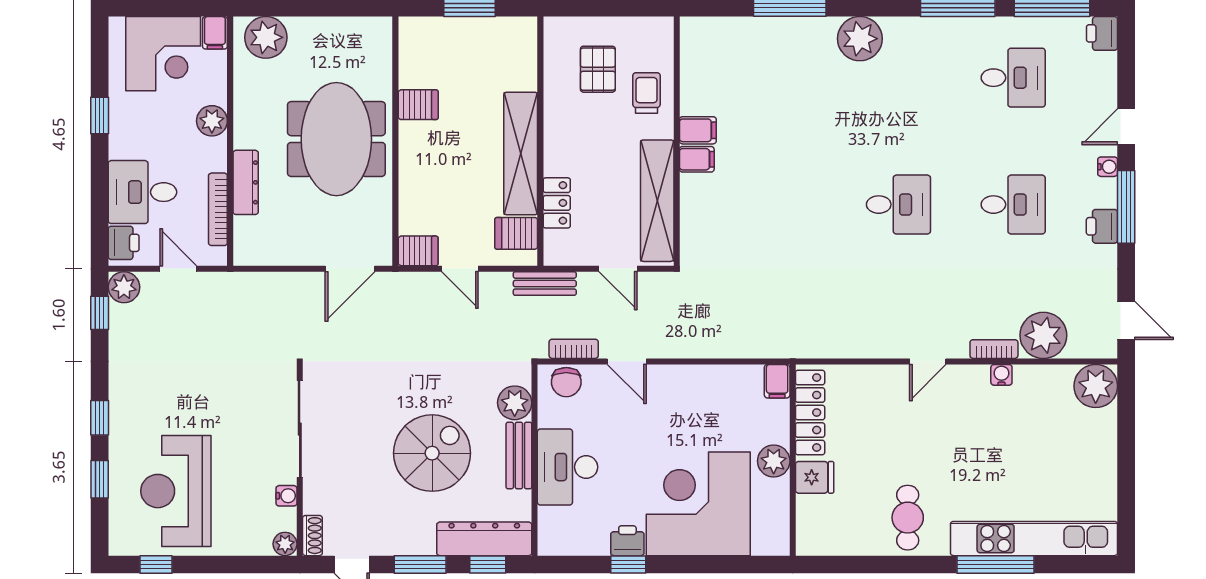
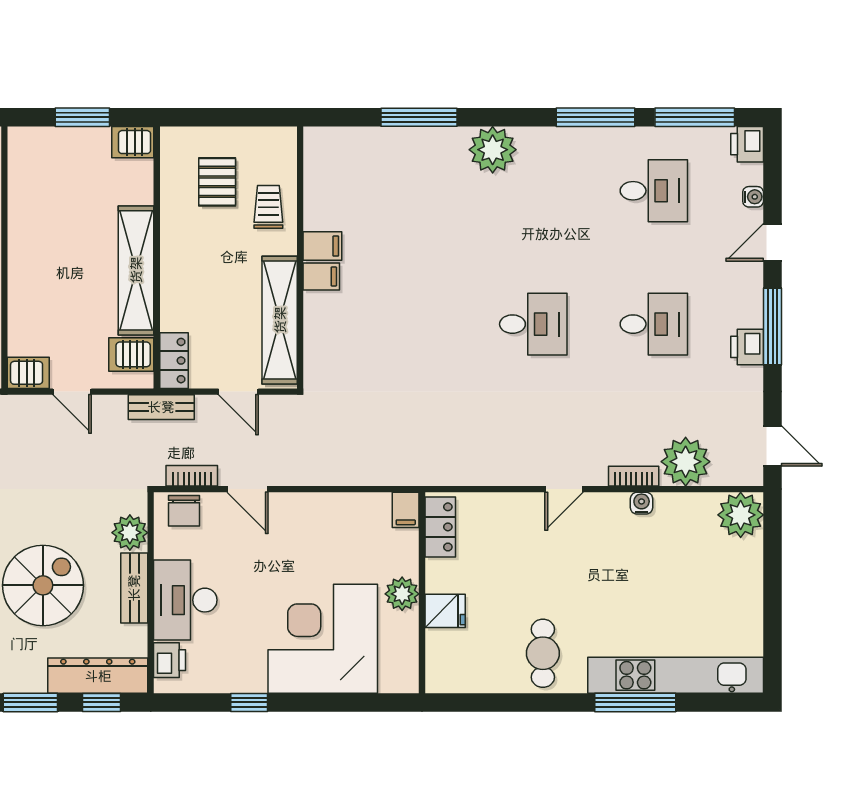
server rack: (418, 105) -> (133, 142), moved, turned 180
water cooler: (1108, 167) -> (753, 197), moved
locker: (557, 203) -> (174, 361), moved
locker: (810, 413) -> (440, 527), width x0.66
printer: (627, 541) -> (170, 660), moved, turned 90

